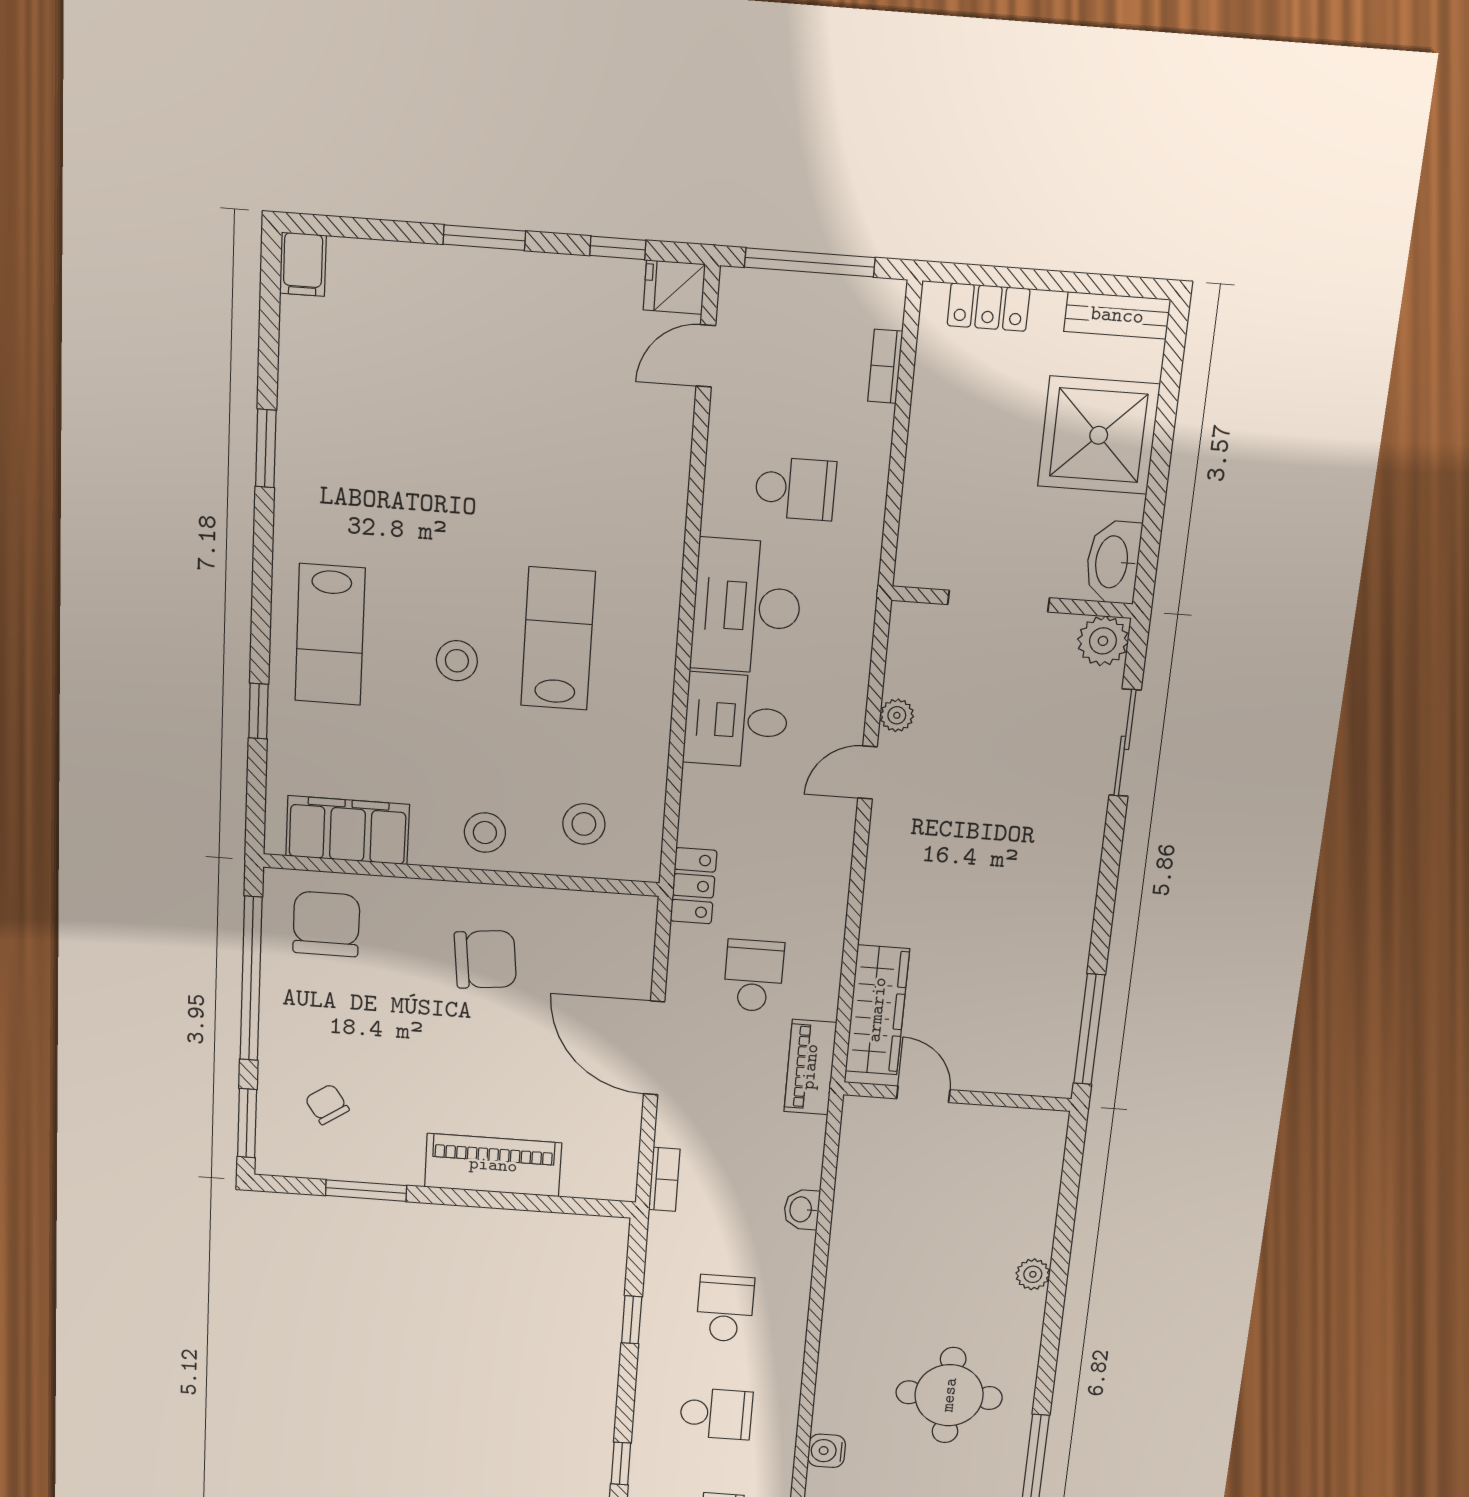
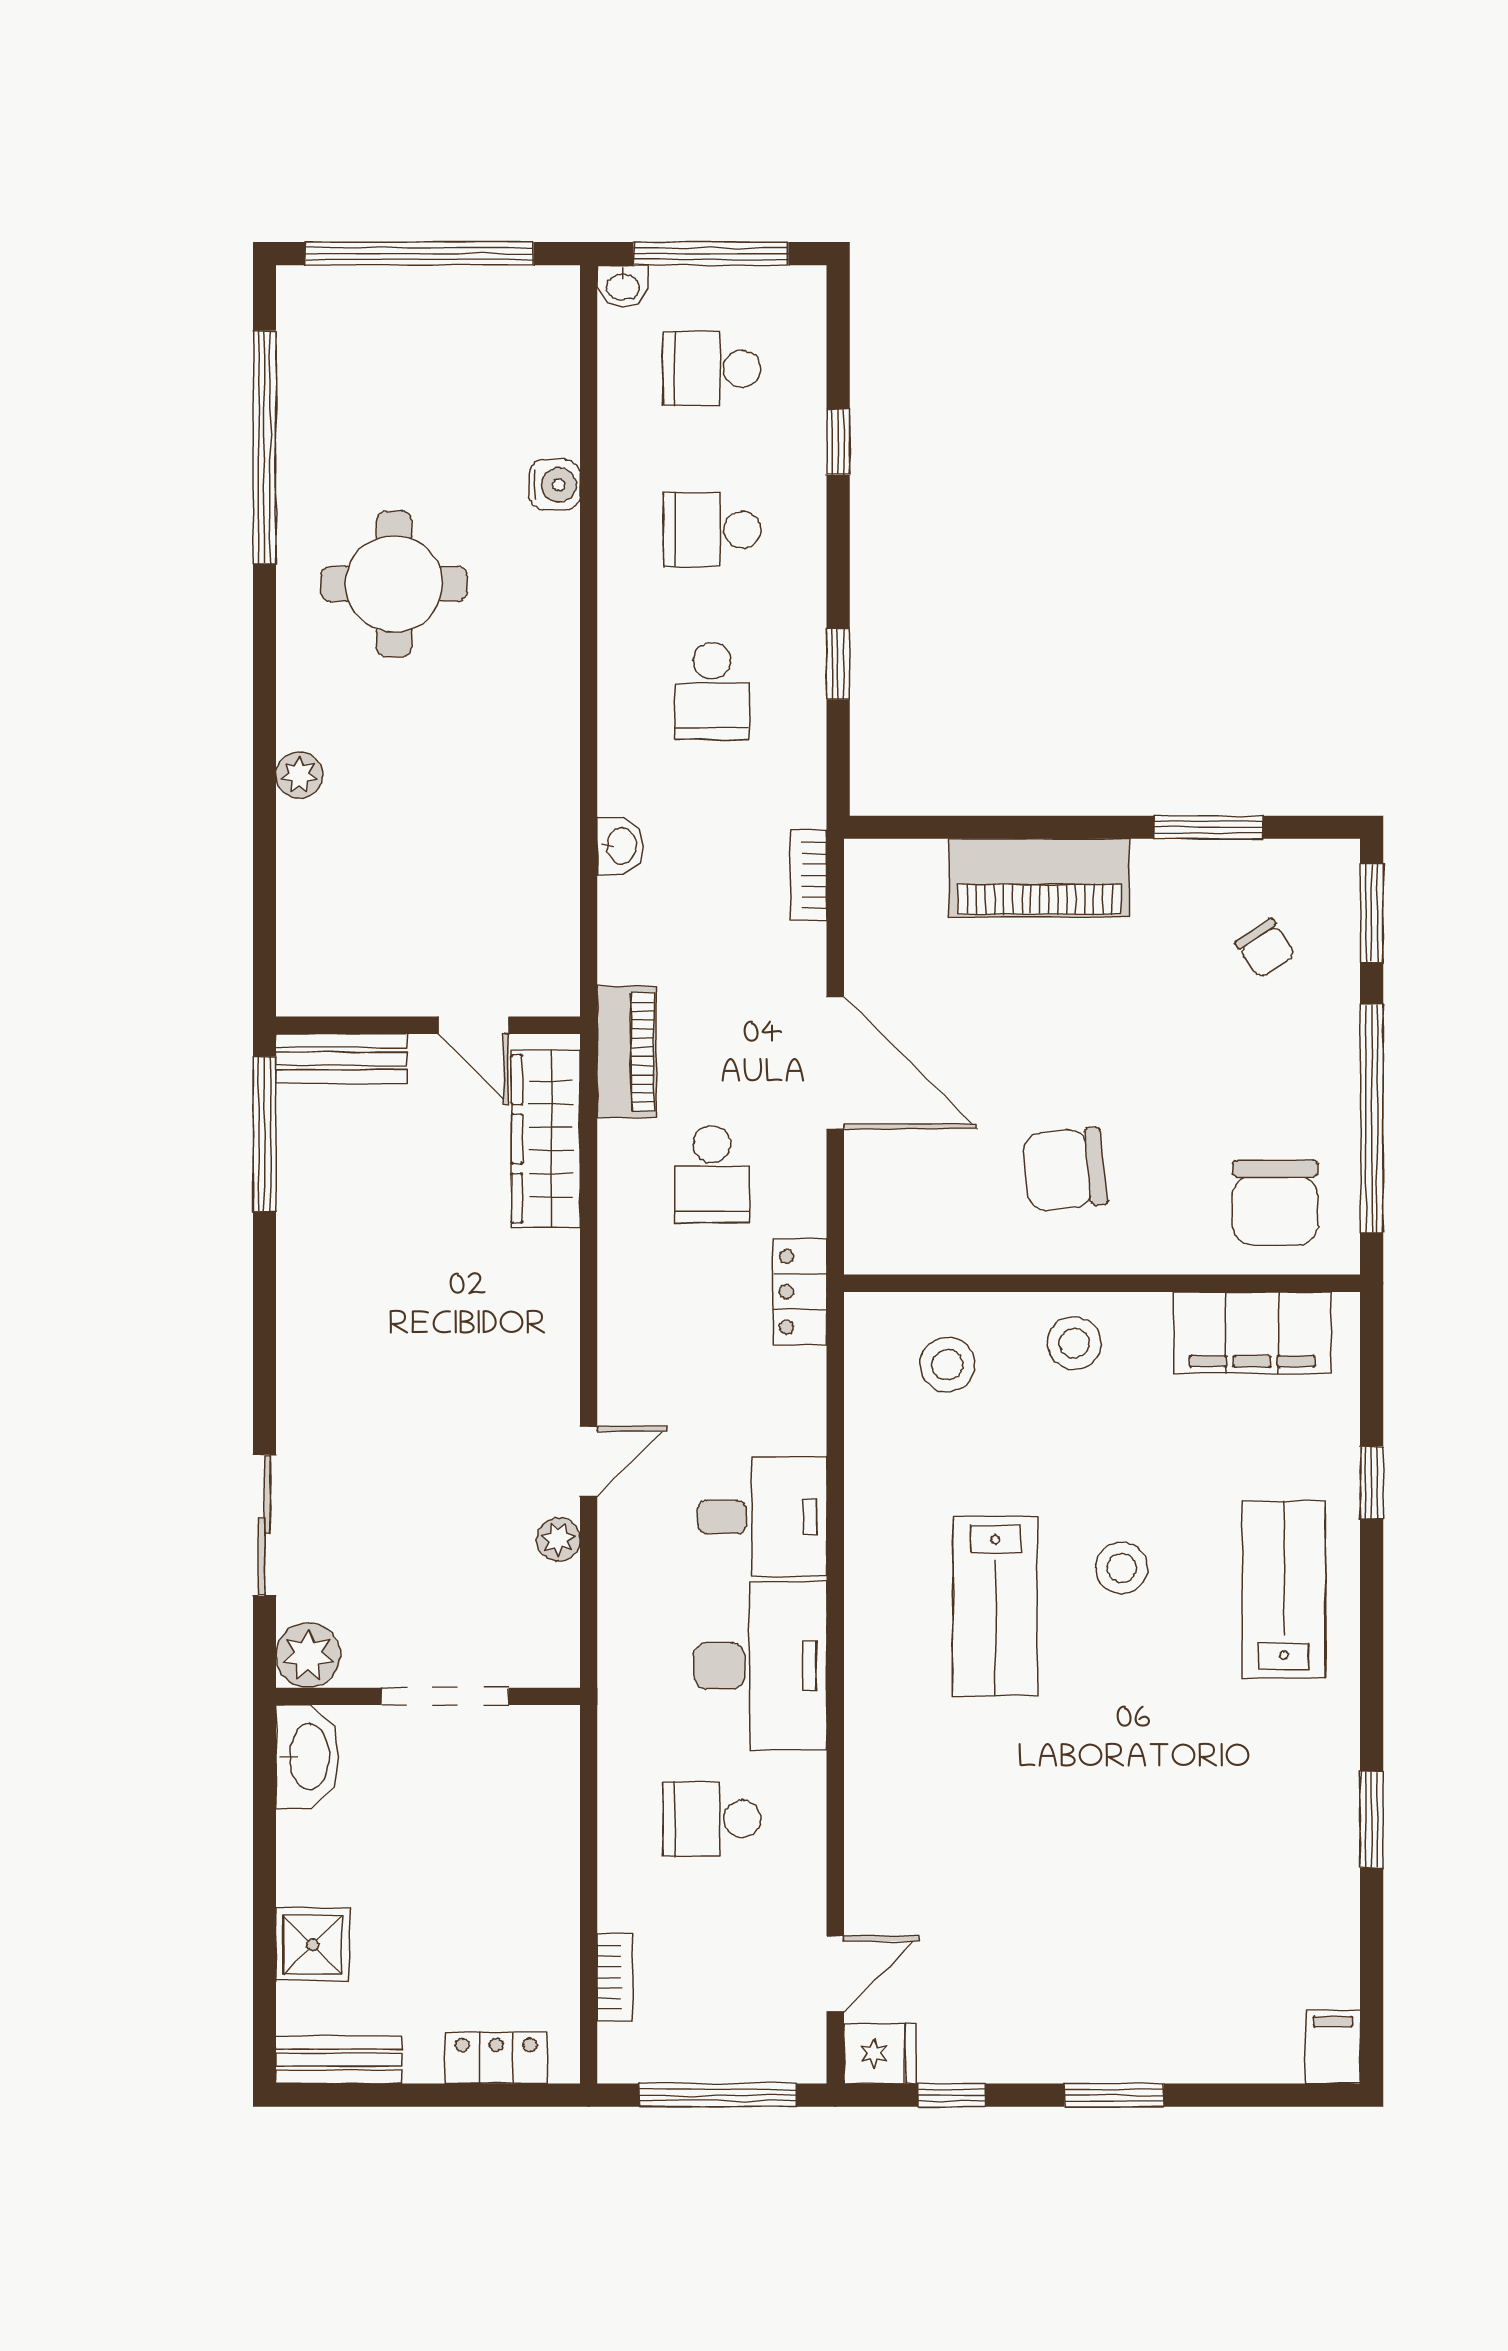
shower: (1099, 435) -> (313, 1945), width x0.54, depth x0.54
bench: (1025, 1078) -> (341, 1059), added

